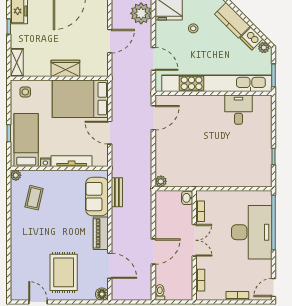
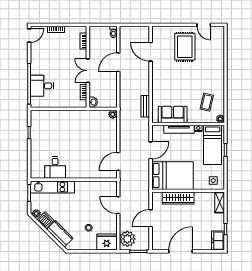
wardrobe: (65, 68) -> (178, 198), width x1.50
kitchen unit: (217, 83) -> (52, 187), width x0.54
door: (110, 133) -> (151, 150), hinge flipped
sofa: (97, 197) -> (173, 114), moved, turned -90
desk: (252, 232) -> (42, 86), width x0.53, depth x0.77
piano: (101, 233) -> (157, 76), removed
floor lamp: (102, 294) -> (156, 31), removed

